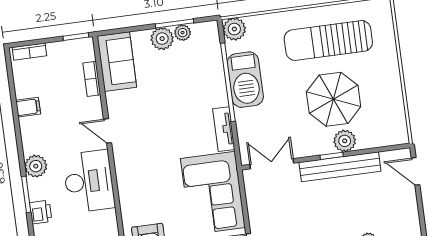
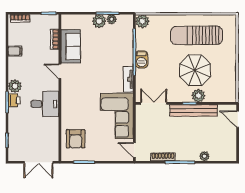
sofa: (117, 62) -> (71, 46), moved
barbecue: (245, 80) -> (142, 59), width x0.53, depth x0.65
desk: (89, 181) -> (45, 104), width x0.73
printer: (41, 212) -> (14, 100), moved

